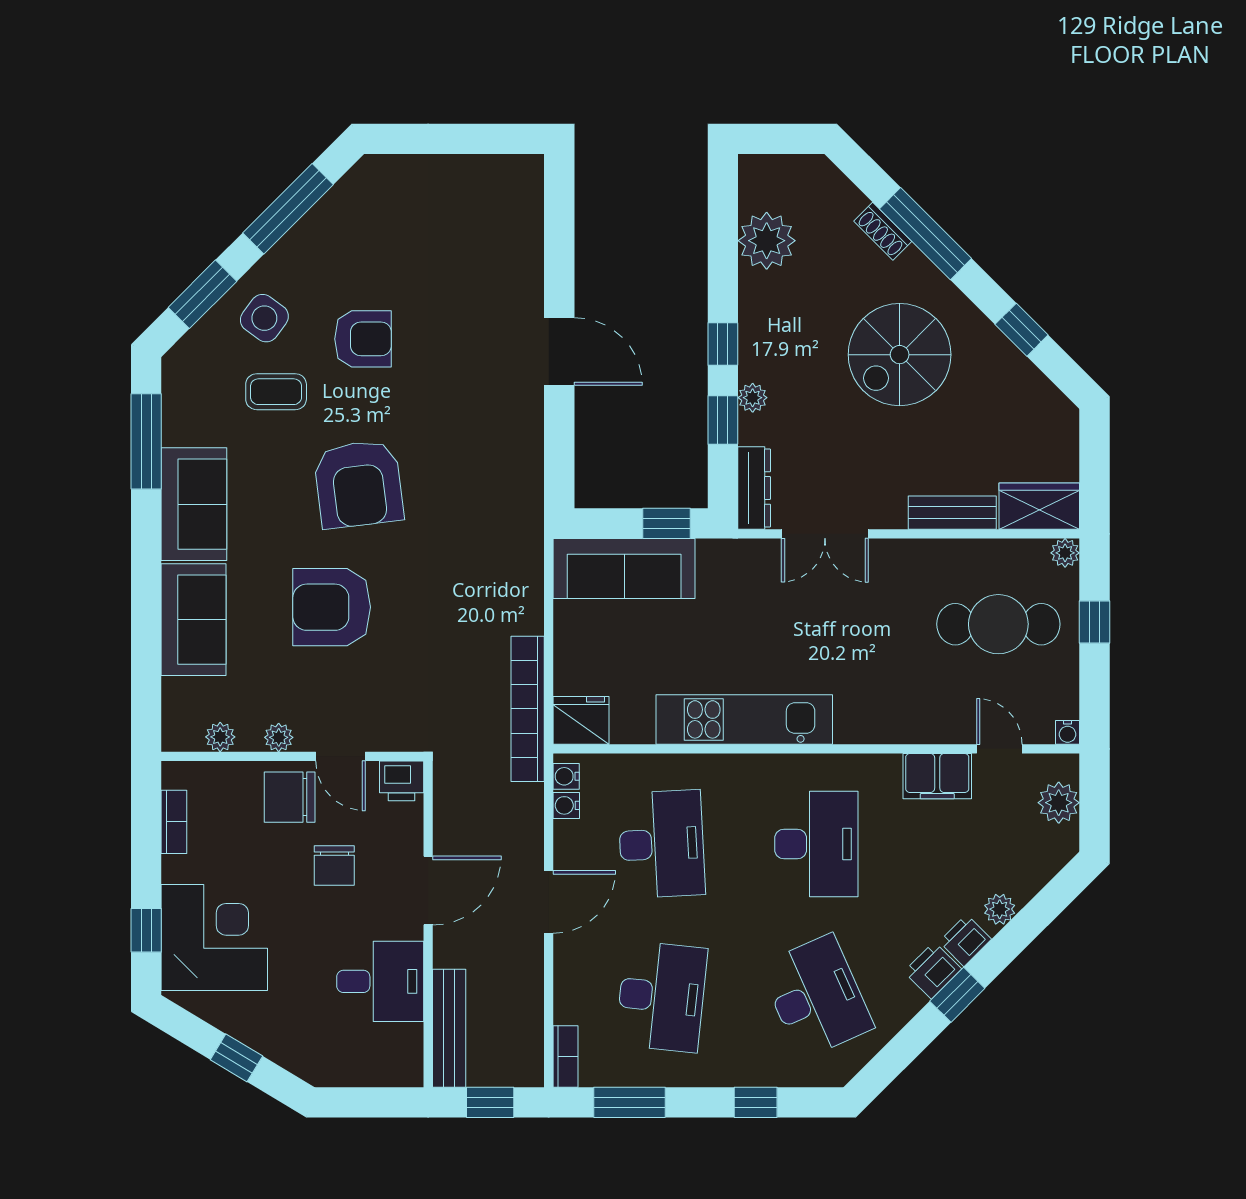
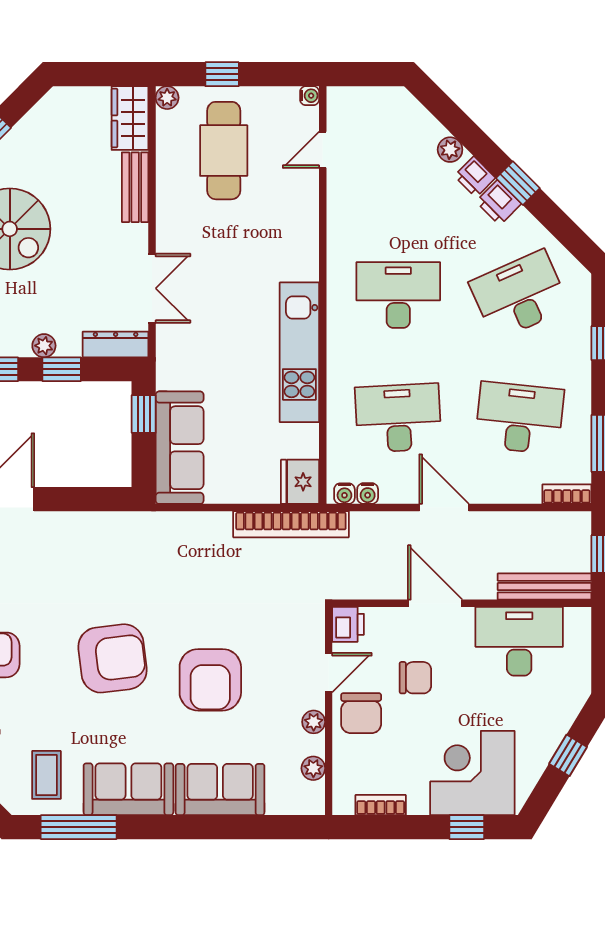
coffee table: (276, 392) -> (46, 775), moved
filing cabinet: (937, 776) -> (344, 199), removed
plant: (1059, 803) -> (365, 103), removed
desk: (380, 981) -> (519, 641), width x1.37

